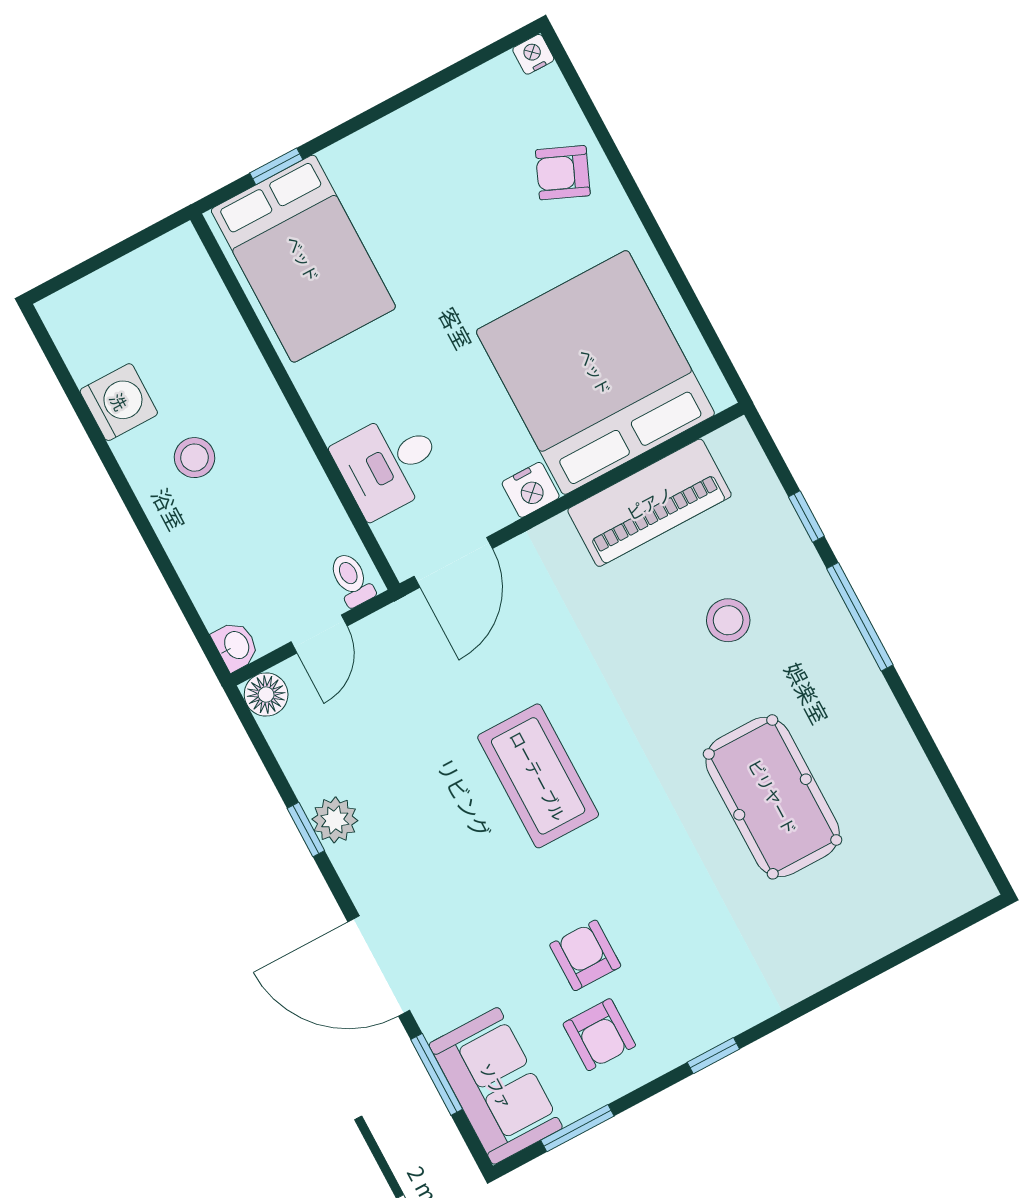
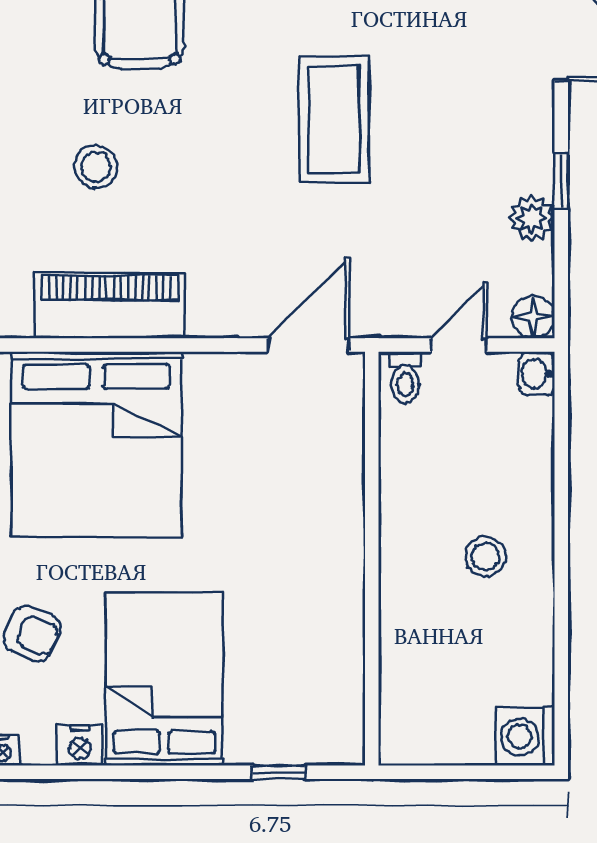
bed: (303, 259) -> (164, 679), moved
washing machine: (119, 402) -> (525, 736), moved
desk: (389, 464) -> (319, 461), removed
nightstand: (531, 490) -> (80, 745), moved, turned 180
plant: (335, 820) -> (532, 218), moved

